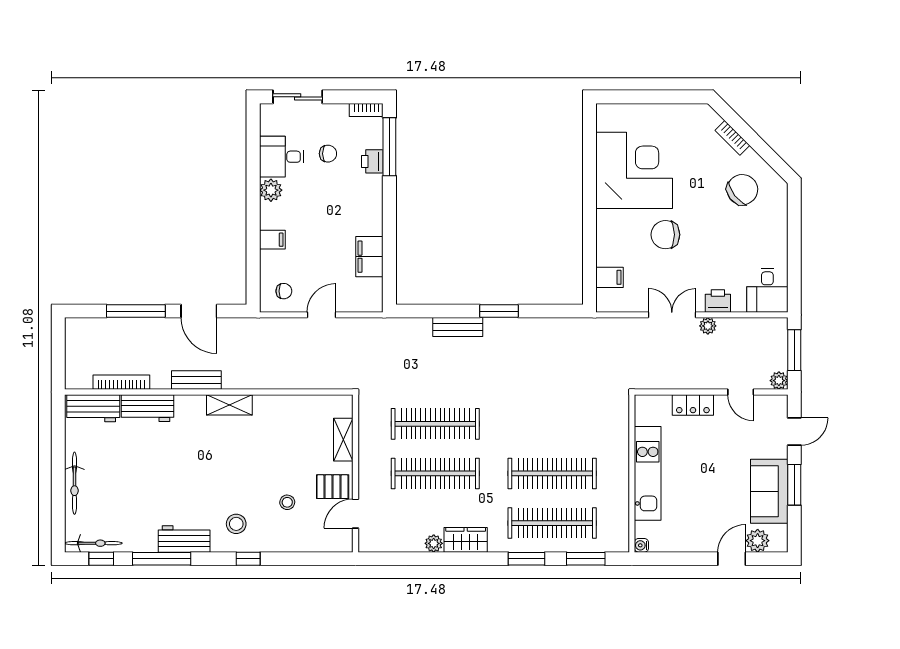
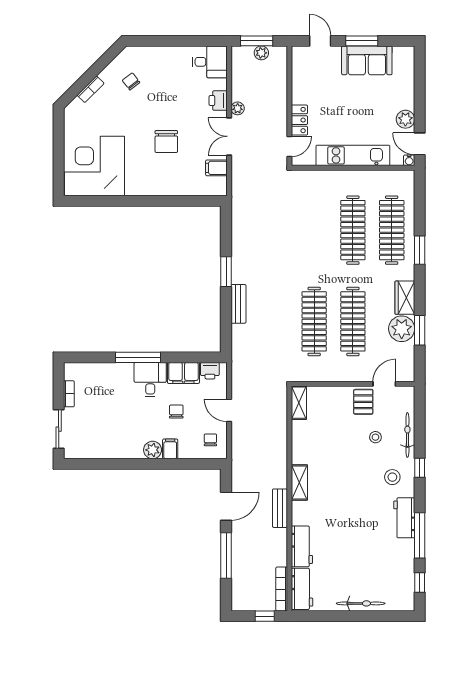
bookcase: (366, 110) -> (69, 394), moved
window: (389, 147) -> (138, 357), moved
chair: (328, 154) -> (176, 412), moved
desk: (282, 157) -> (150, 380), moved, turned 180
printer: (372, 161) -> (210, 371), moved
corner desk: (634, 170) -> (95, 166), moved
plant: (271, 190) -> (153, 450), moved
chair: (742, 190) -> (131, 81), width x0.54, depth x0.54
filing cabinet: (610, 277) -> (216, 168), moved, turned -90
window: (58, 361) -> (265, 616), added
plant: (779, 381) -> (261, 53), moved
bookcase: (121, 382) -> (282, 589), moved
door: (741, 392) -> (289, 146), moved
shelving: (343, 440) -> (299, 403), moved, turned 90
door: (356, 514) -> (384, 384), swing flipped
plant: (758, 541) -> (405, 119), moved
bicycle: (93, 543) -> (407, 435), moved
plant: (434, 543) -> (402, 329), width x1.87, depth x1.87
window: (586, 559) -> (420, 330), moved
door: (732, 559) -> (420, 144), moved

